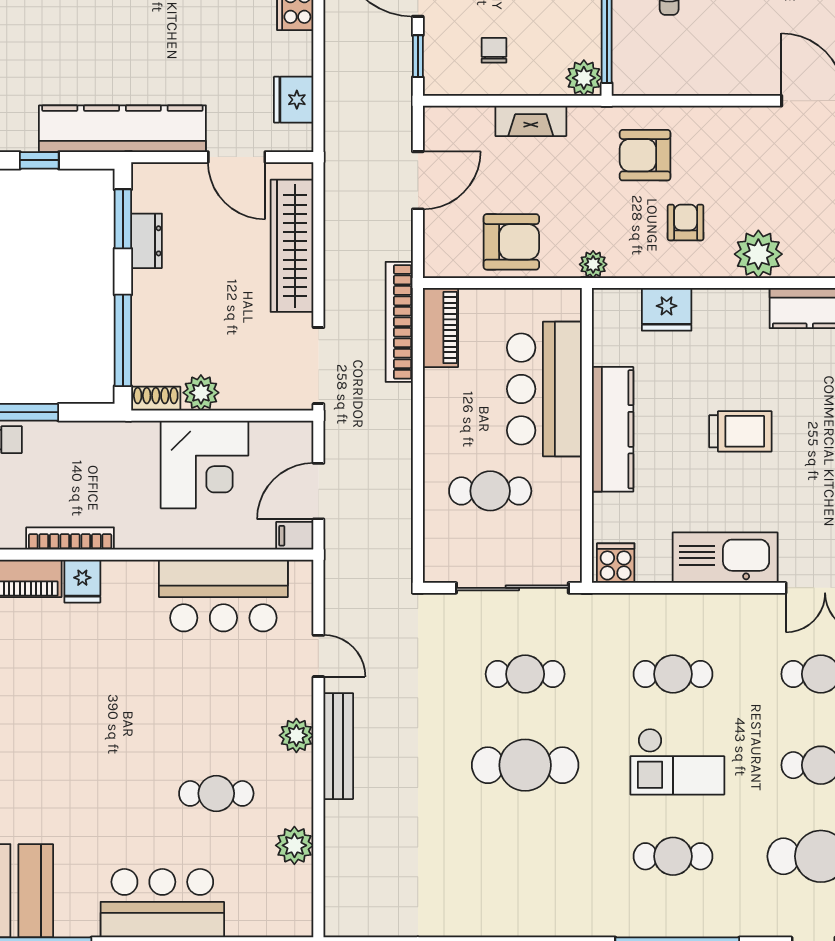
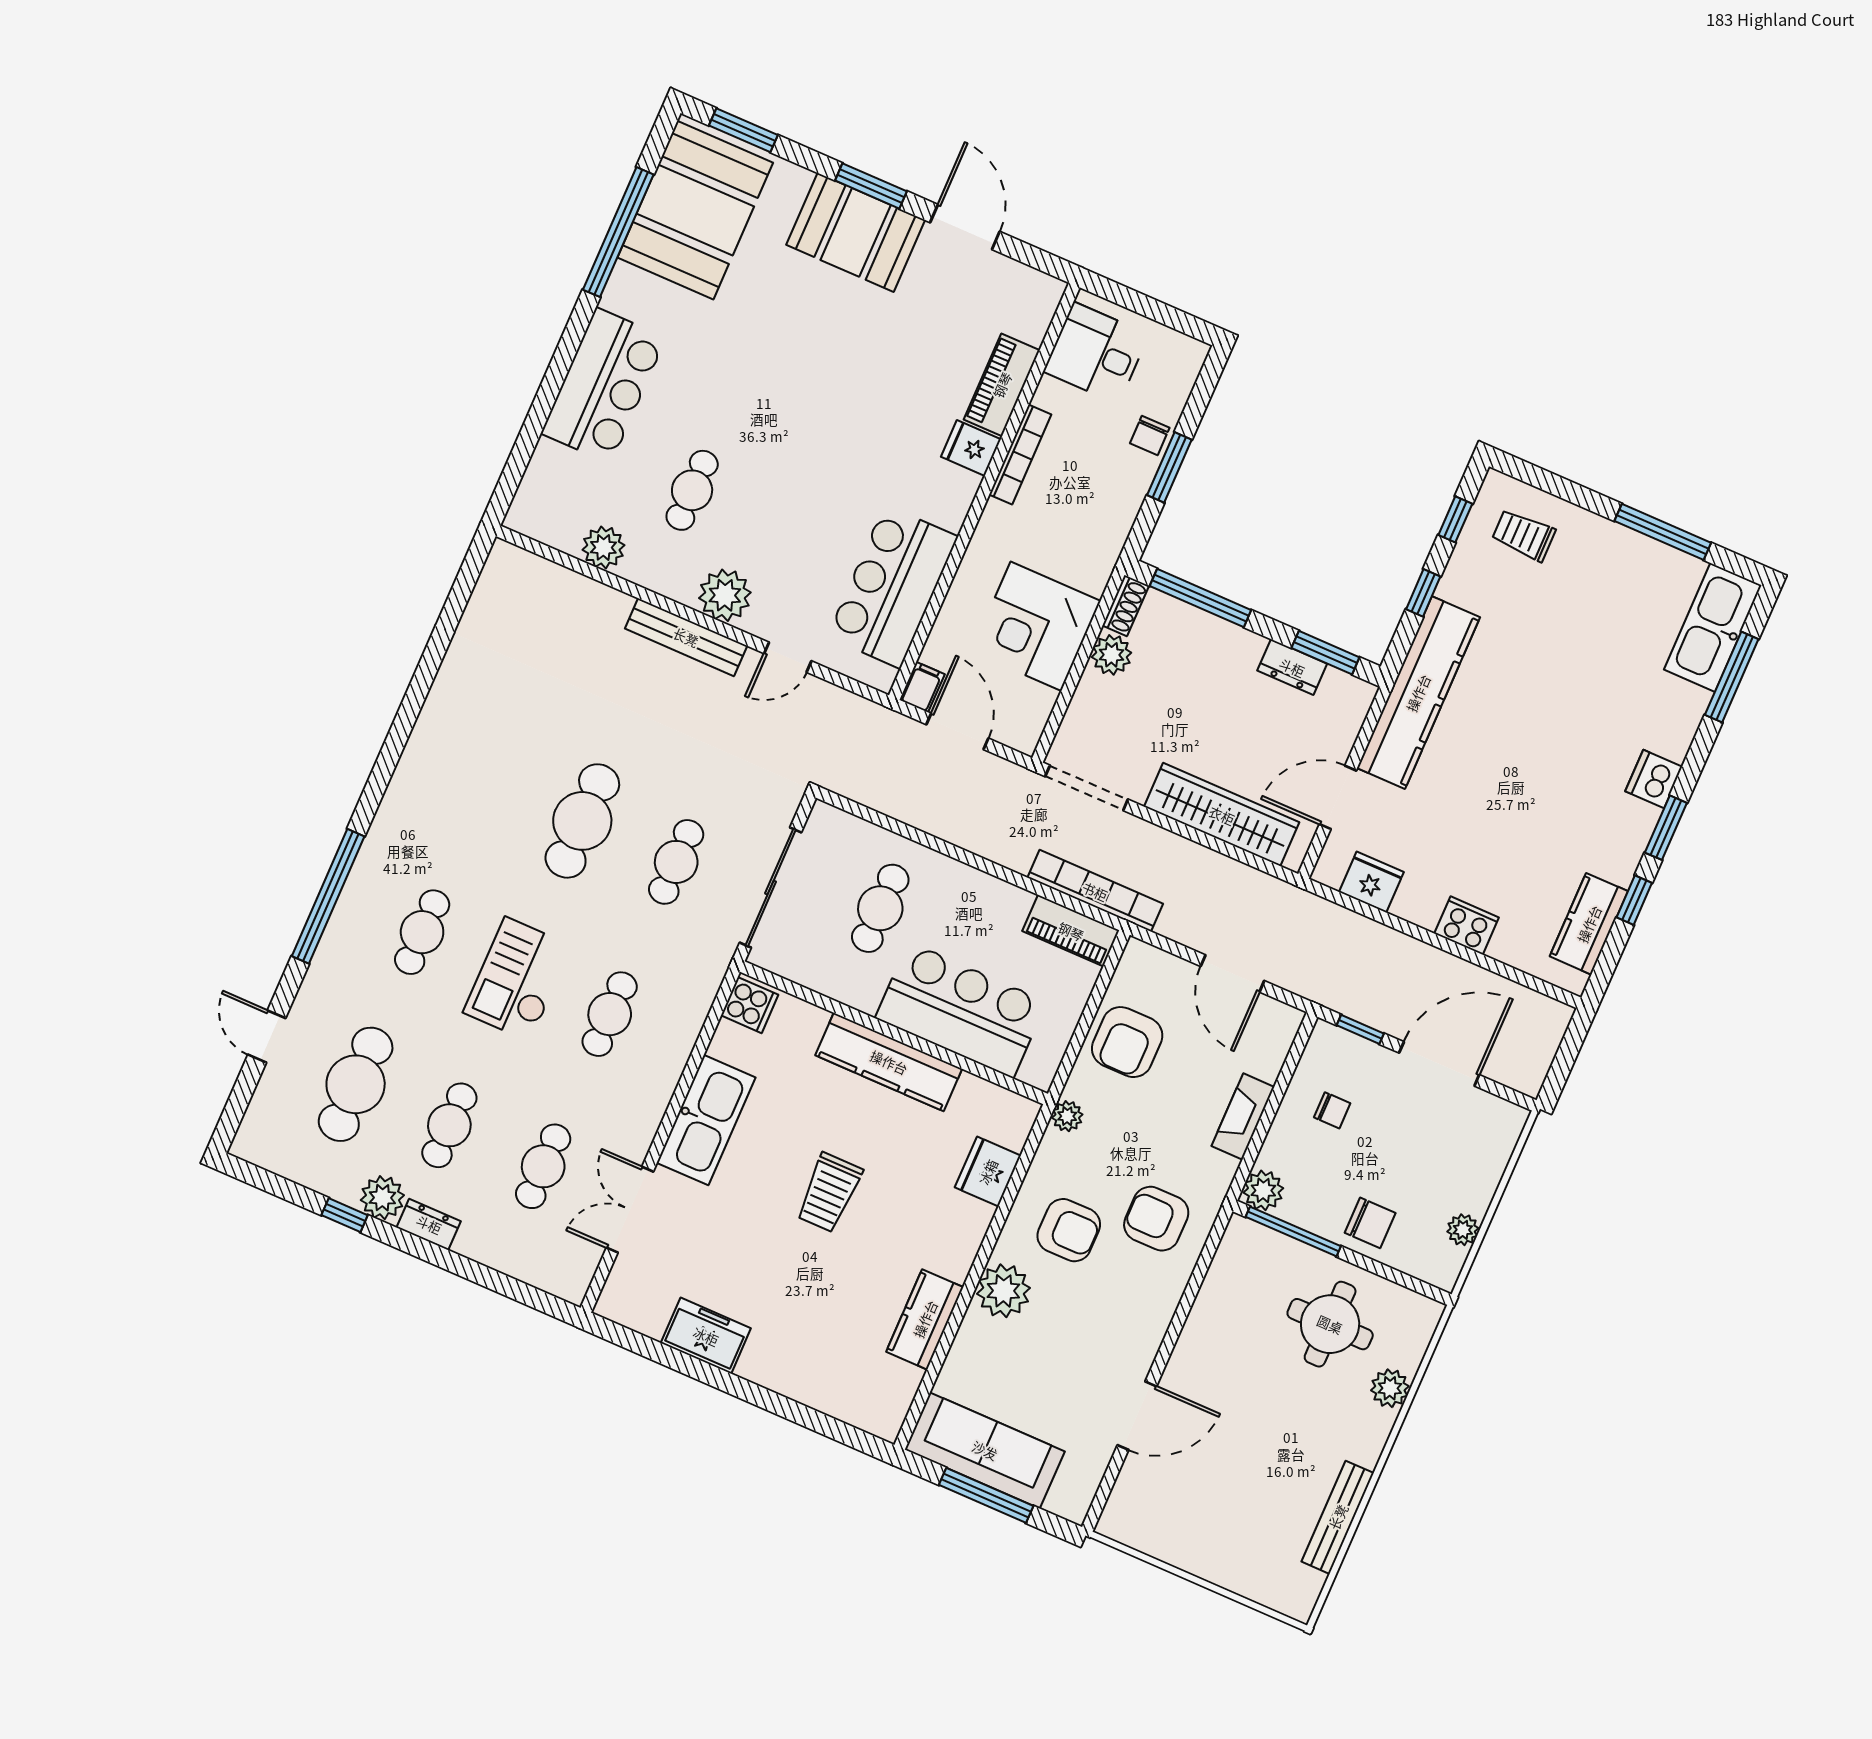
armchair: (645, 155) -> (1156, 1219), turned -90
armchair: (686, 222) -> (1069, 1230), width x1.38, depth x1.38
plant: (296, 735) -> (725, 595), width x1.36, depth x1.36

